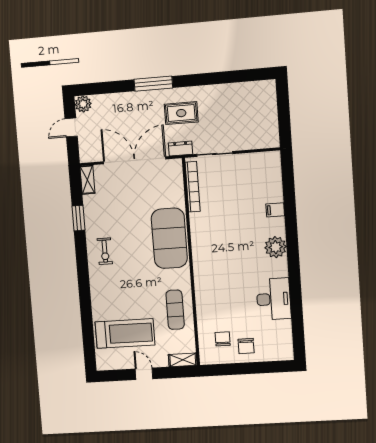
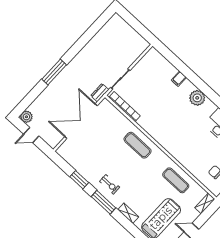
rug: (181, 113) -> (83, 74), removed
door: (71, 127) -> (31, 135), hinge flipped
shelving: (87, 180) -> (128, 213), moved
exercise mat: (169, 238) -> (138, 145), width x0.50, depth x0.69
window: (82, 263) -> (104, 202), added

